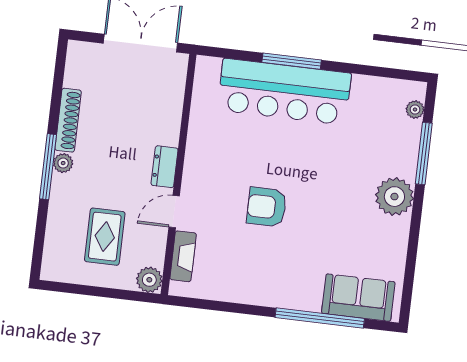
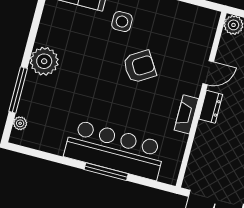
armchair: (267, 207) -> (140, 67), turned -32
fireplace: (183, 256) -> (186, 114), moved
side table: (298, 264) -> (122, 22), added

